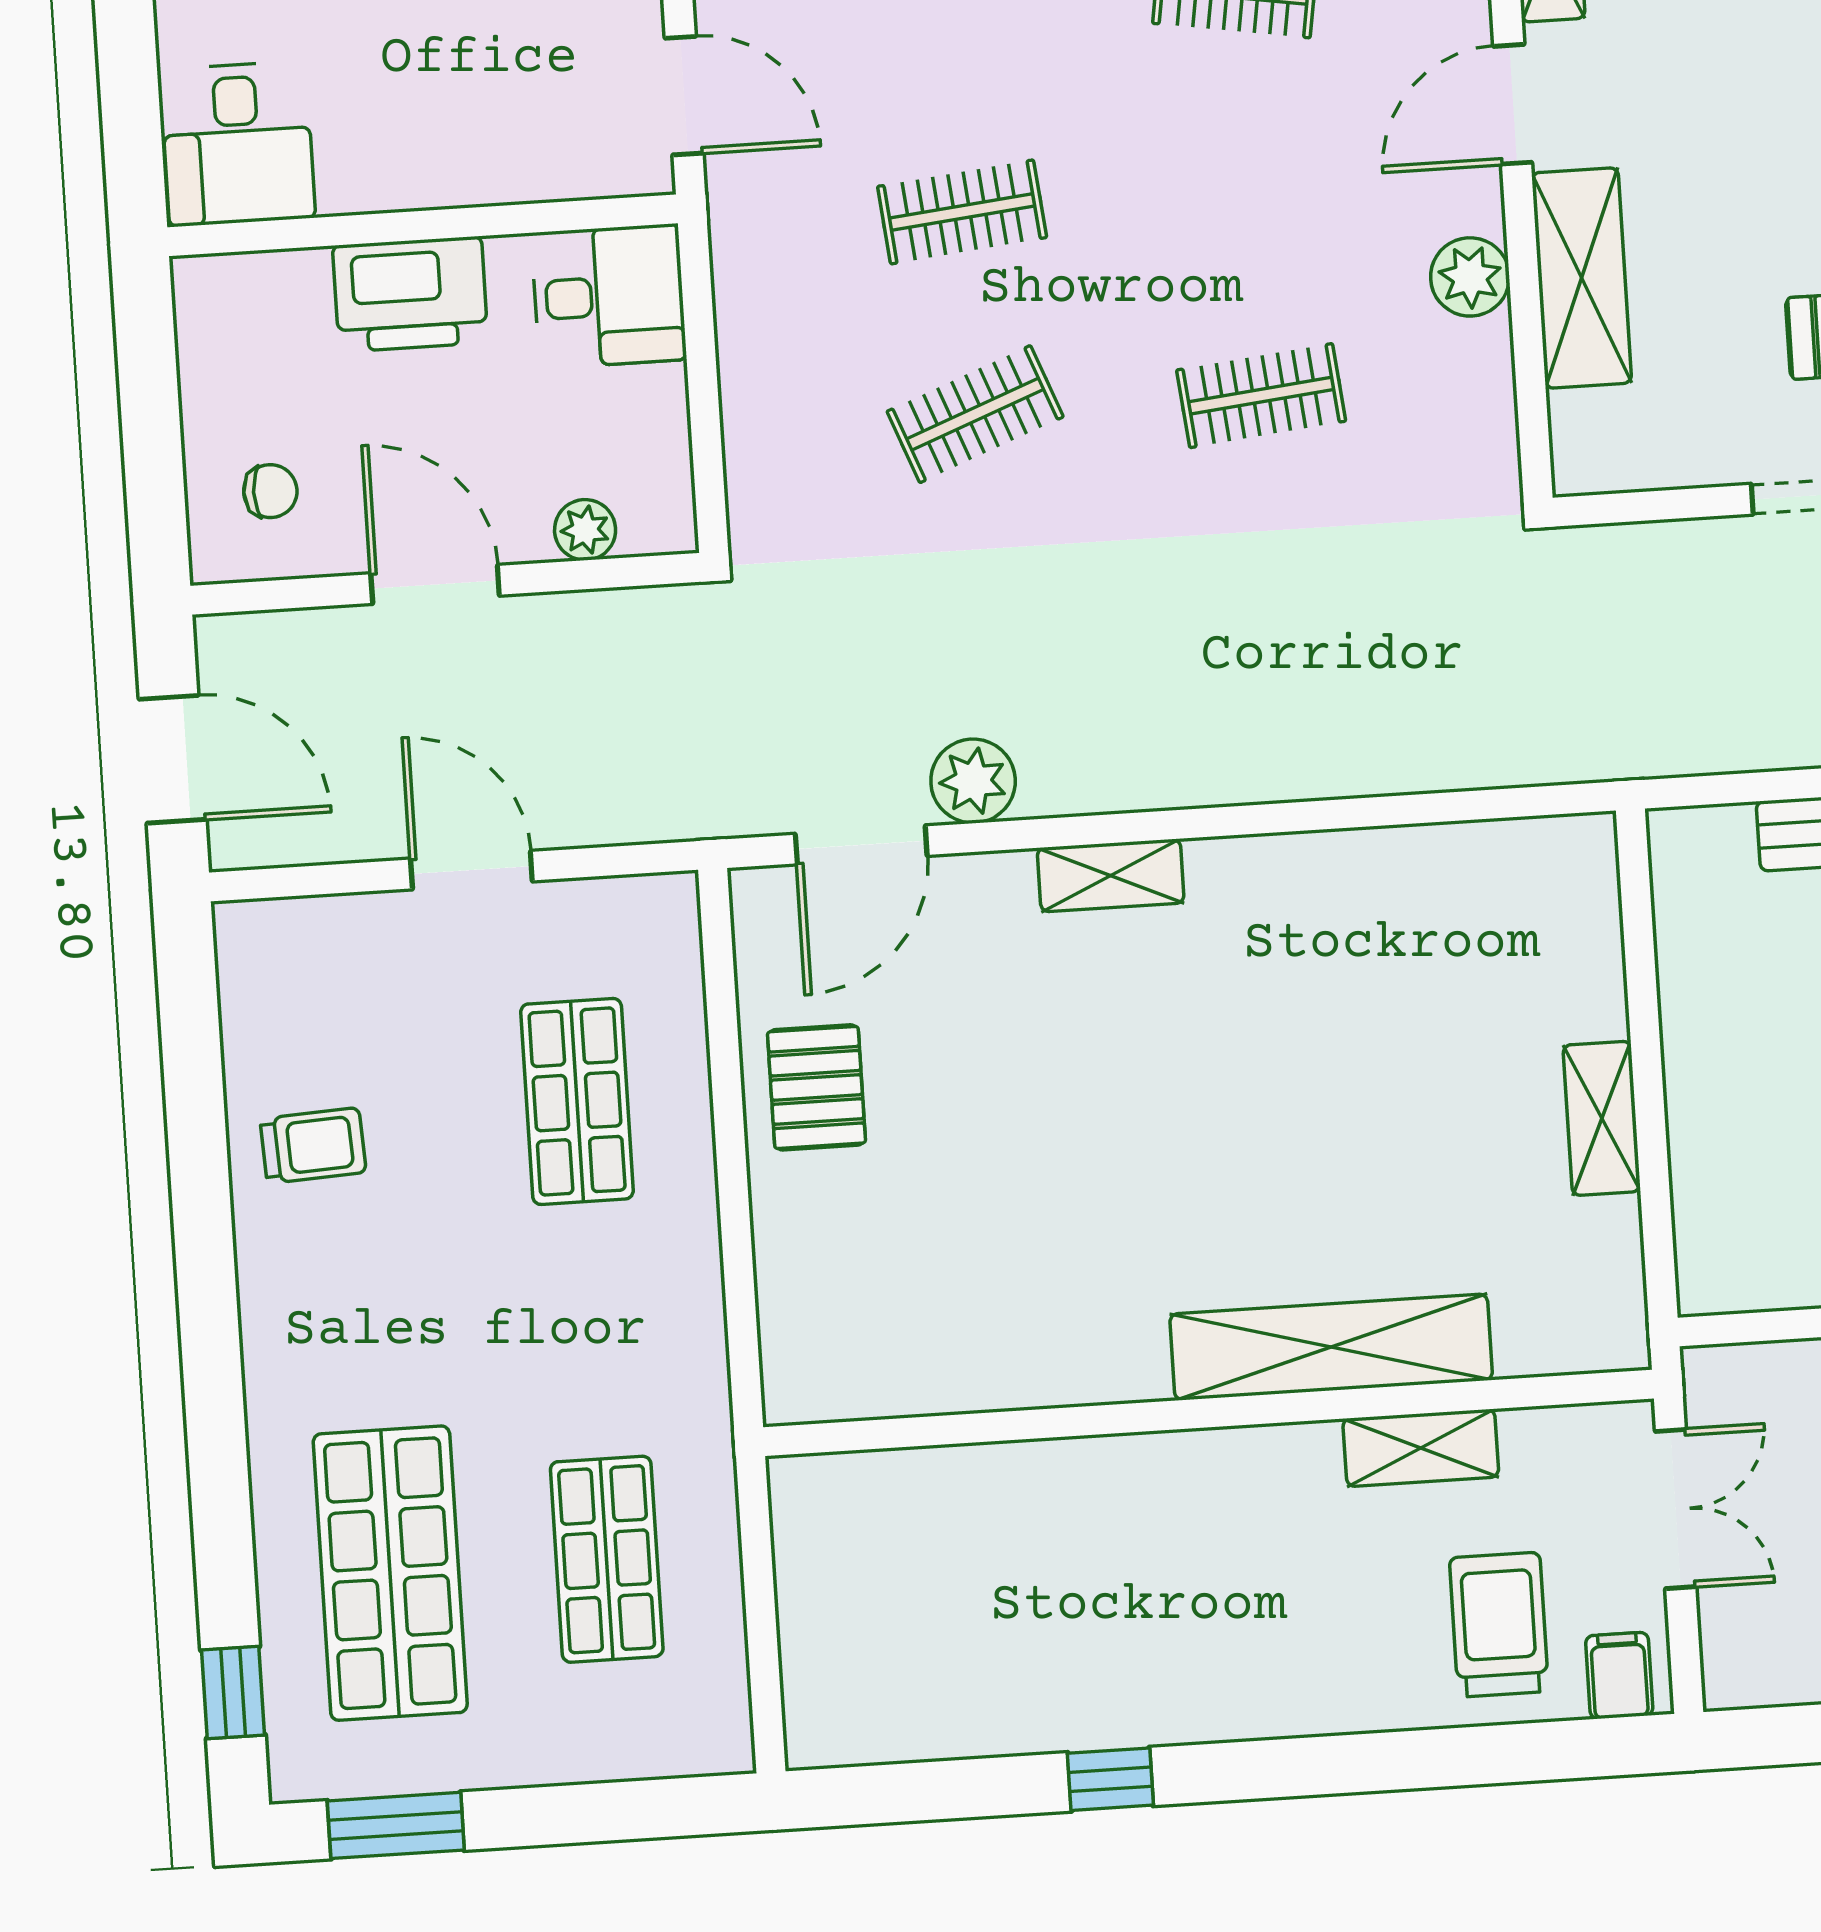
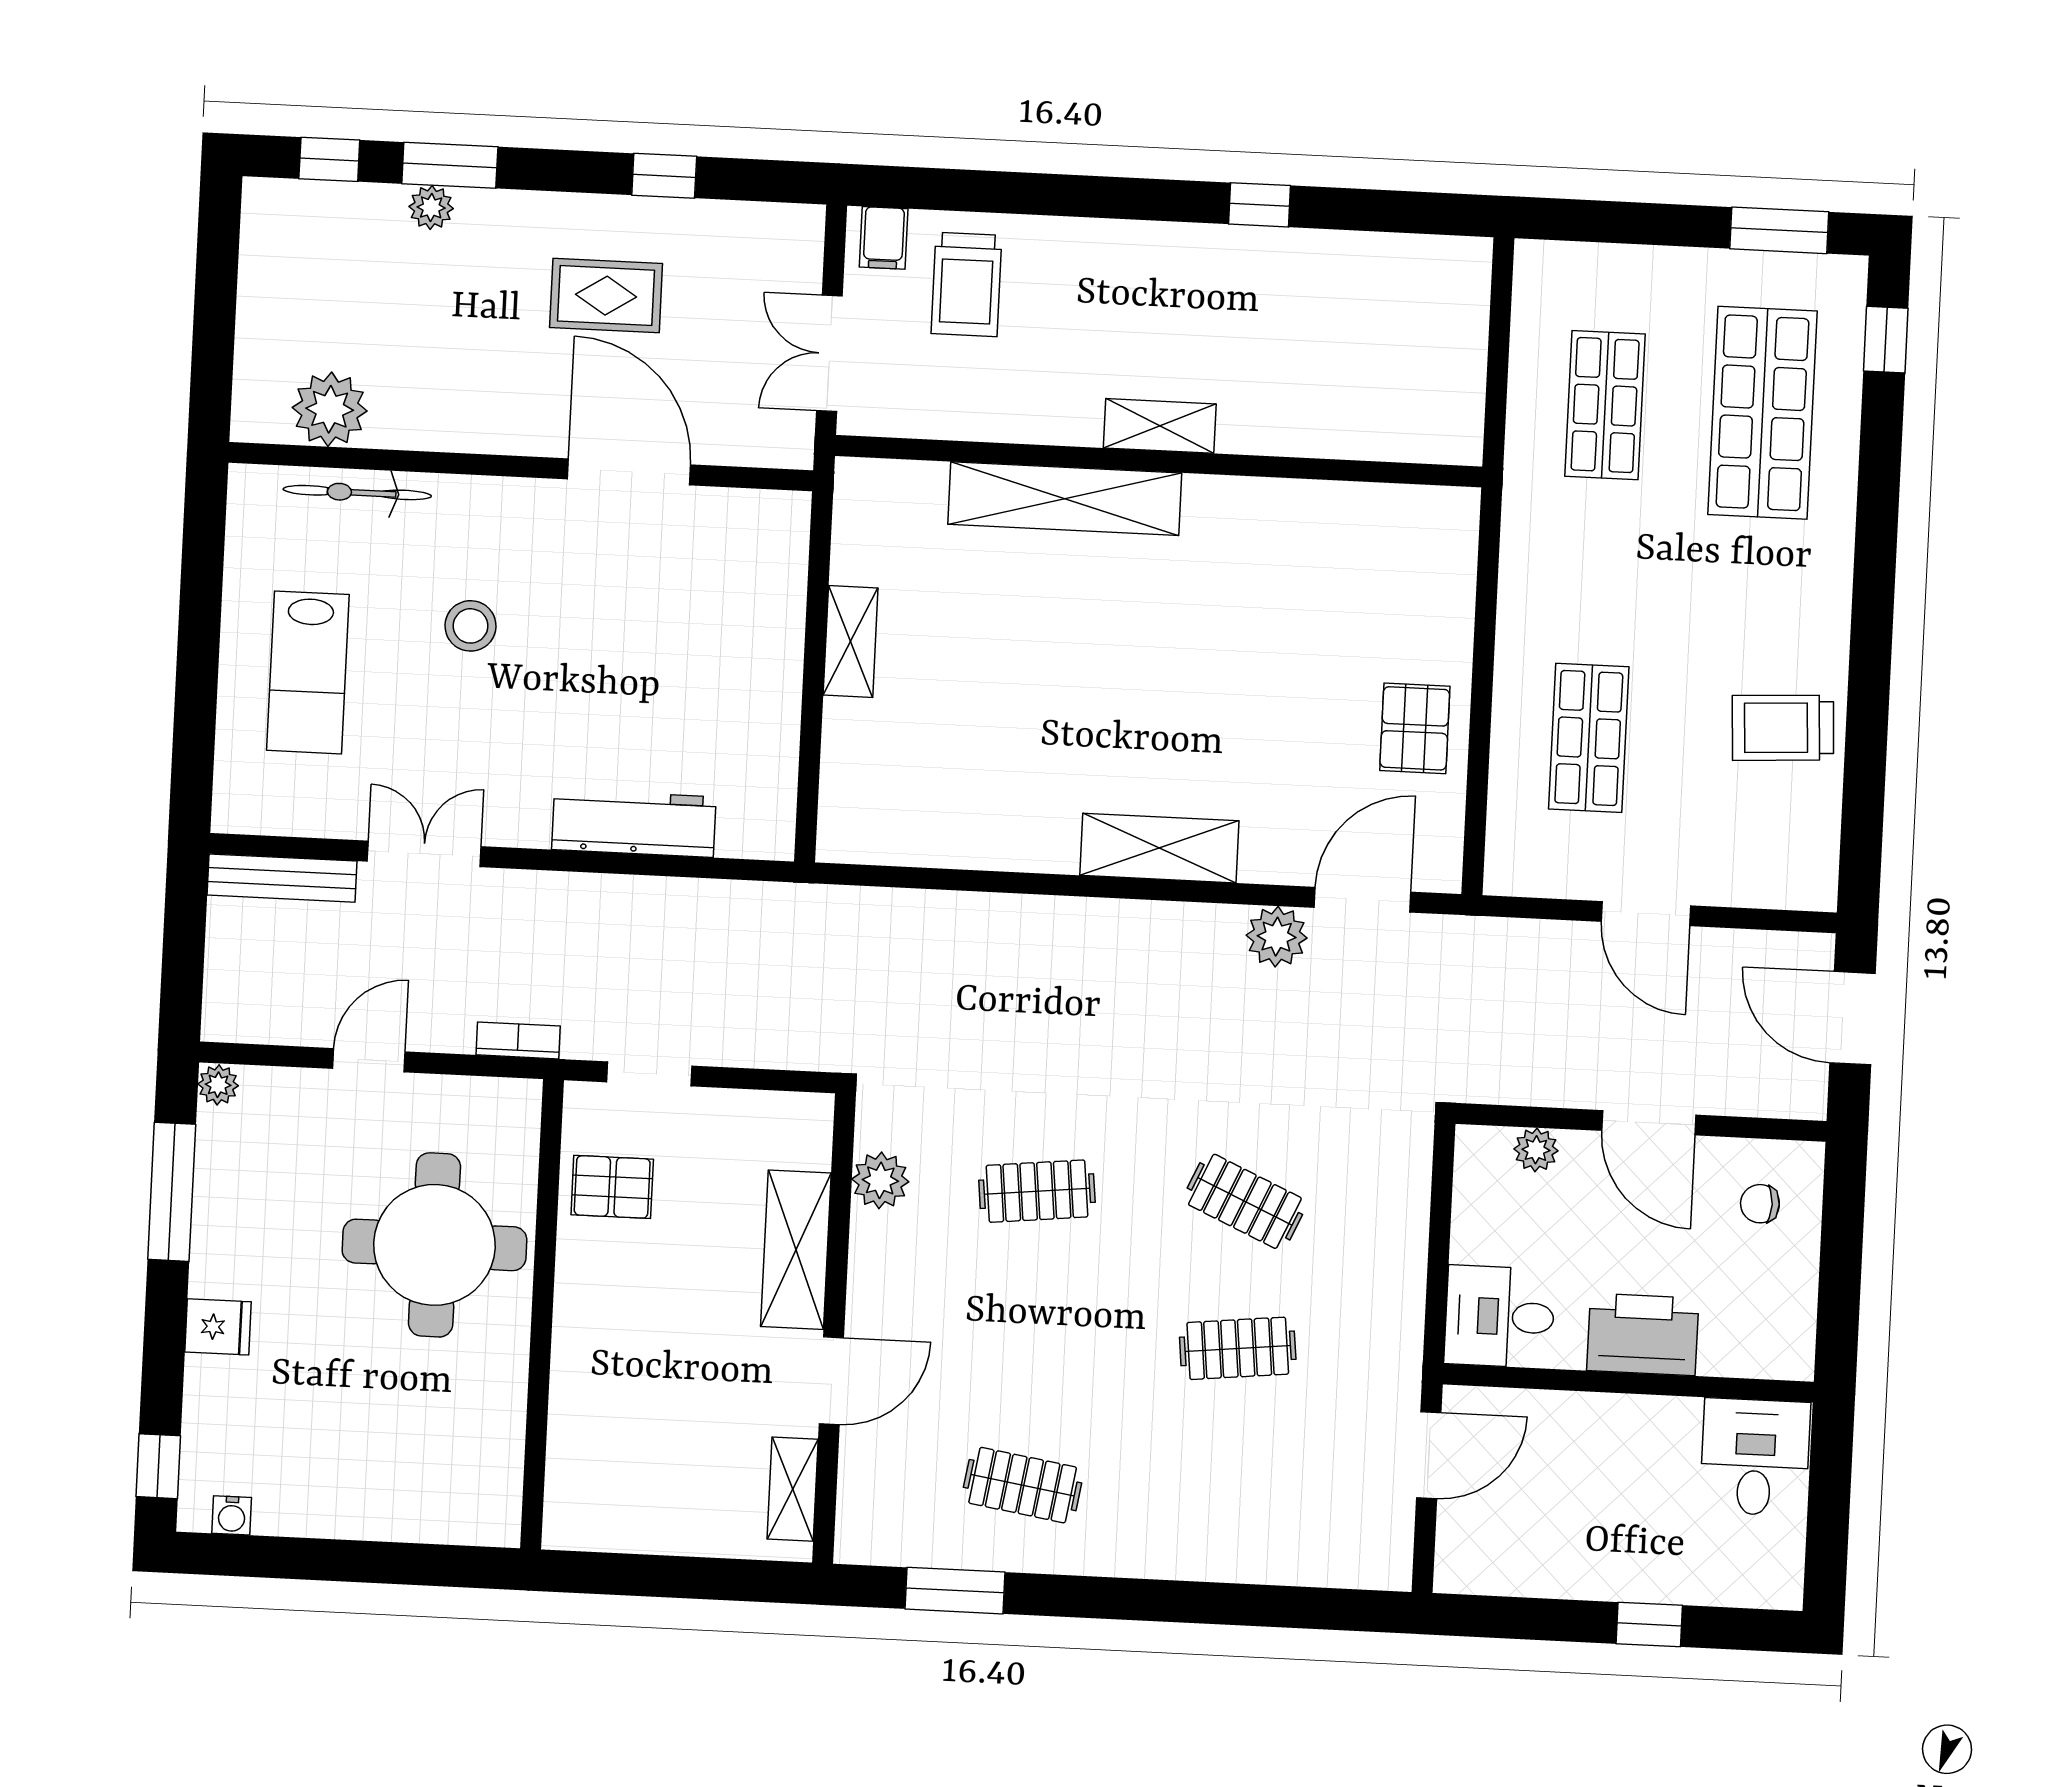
door: (684, 96) -> (1429, 1455), swing flipped
plant: (1470, 277) -> (880, 1180), moved
clothes rail: (975, 414) -> (1245, 1201), turned 45
shelving: (1111, 875) -> (1159, 848), width x1.50, depth x1.33
trolley: (313, 1146) -> (1783, 728), width x1.36, depth x1.39
shelving: (1421, 1448) -> (1160, 426), moved

